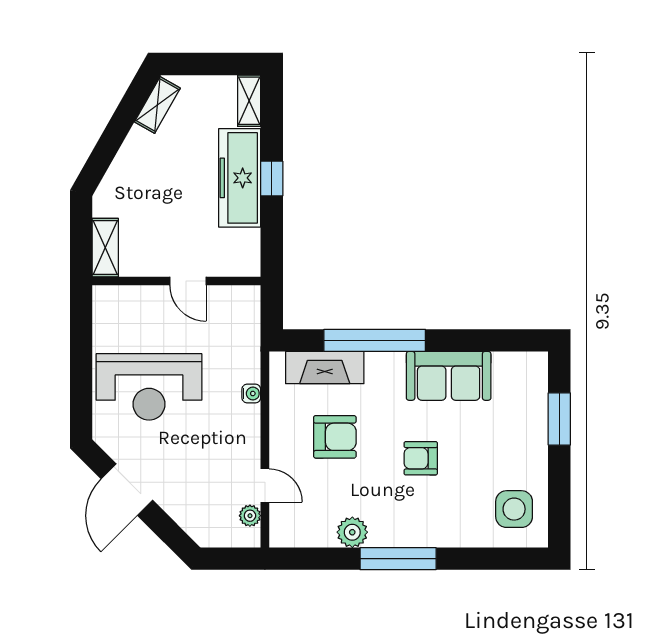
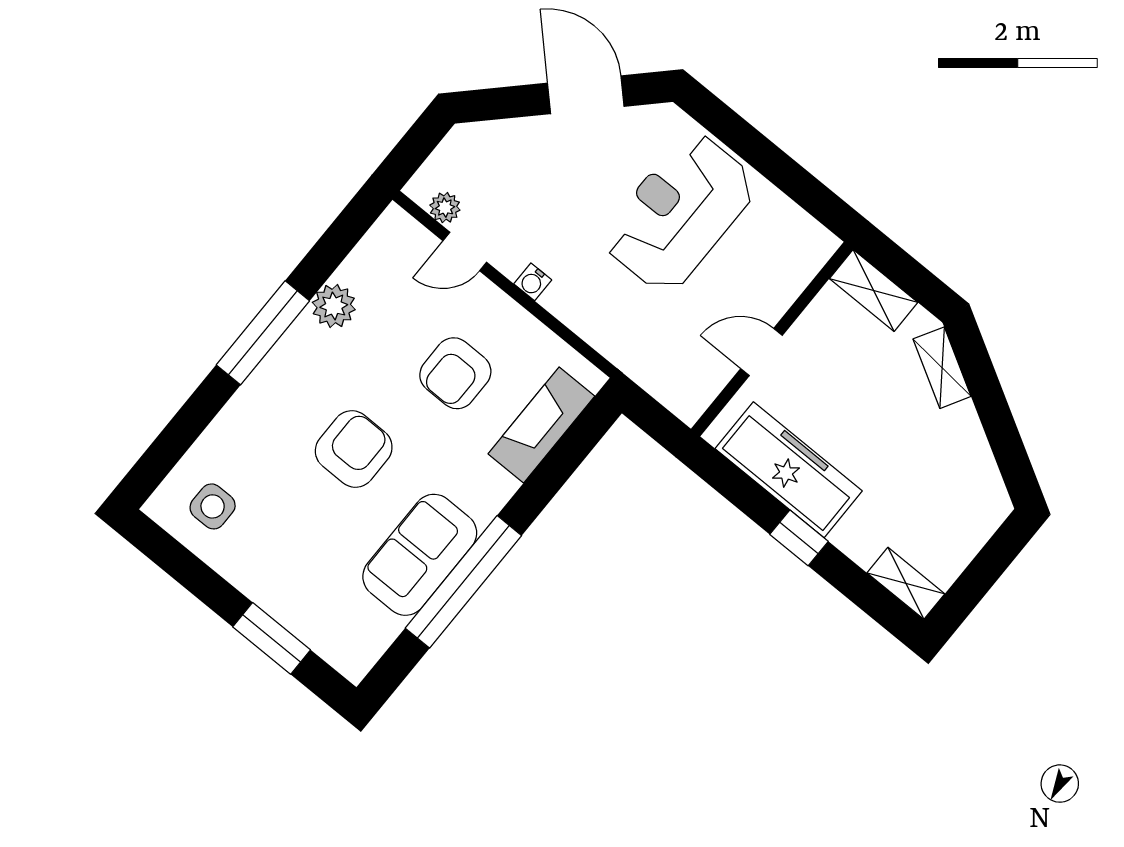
shelving: (157, 105) -> (942, 368), moved
freezer: (240, 178) -> (789, 470), moved
window: (375, 340) -> (463, 582), moved
water cooler: (251, 393) -> (533, 282), moved
armchair: (421, 458) -> (354, 449), width x1.38, depth x1.38
side table: (514, 509) -> (213, 506), width x0.73, depth x0.73

